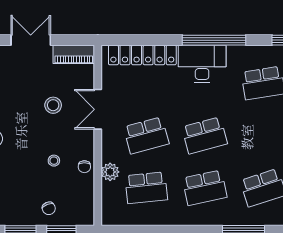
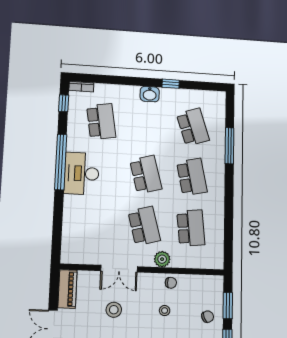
locker: (142, 55) -> (71, 226), removed
plant: (110, 172) -> (162, 259), moved

